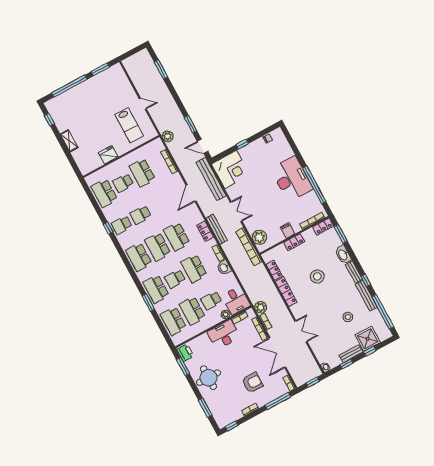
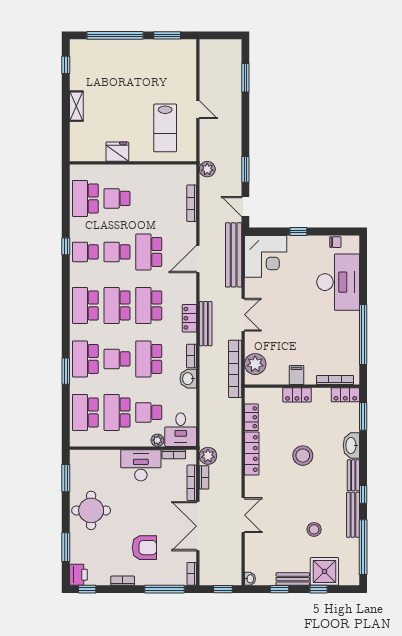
school desk: (142, 173) -> (149, 252), moved
desk: (292, 179) -> (338, 282), moved
printer: (185, 353) -> (78, 575), moved

